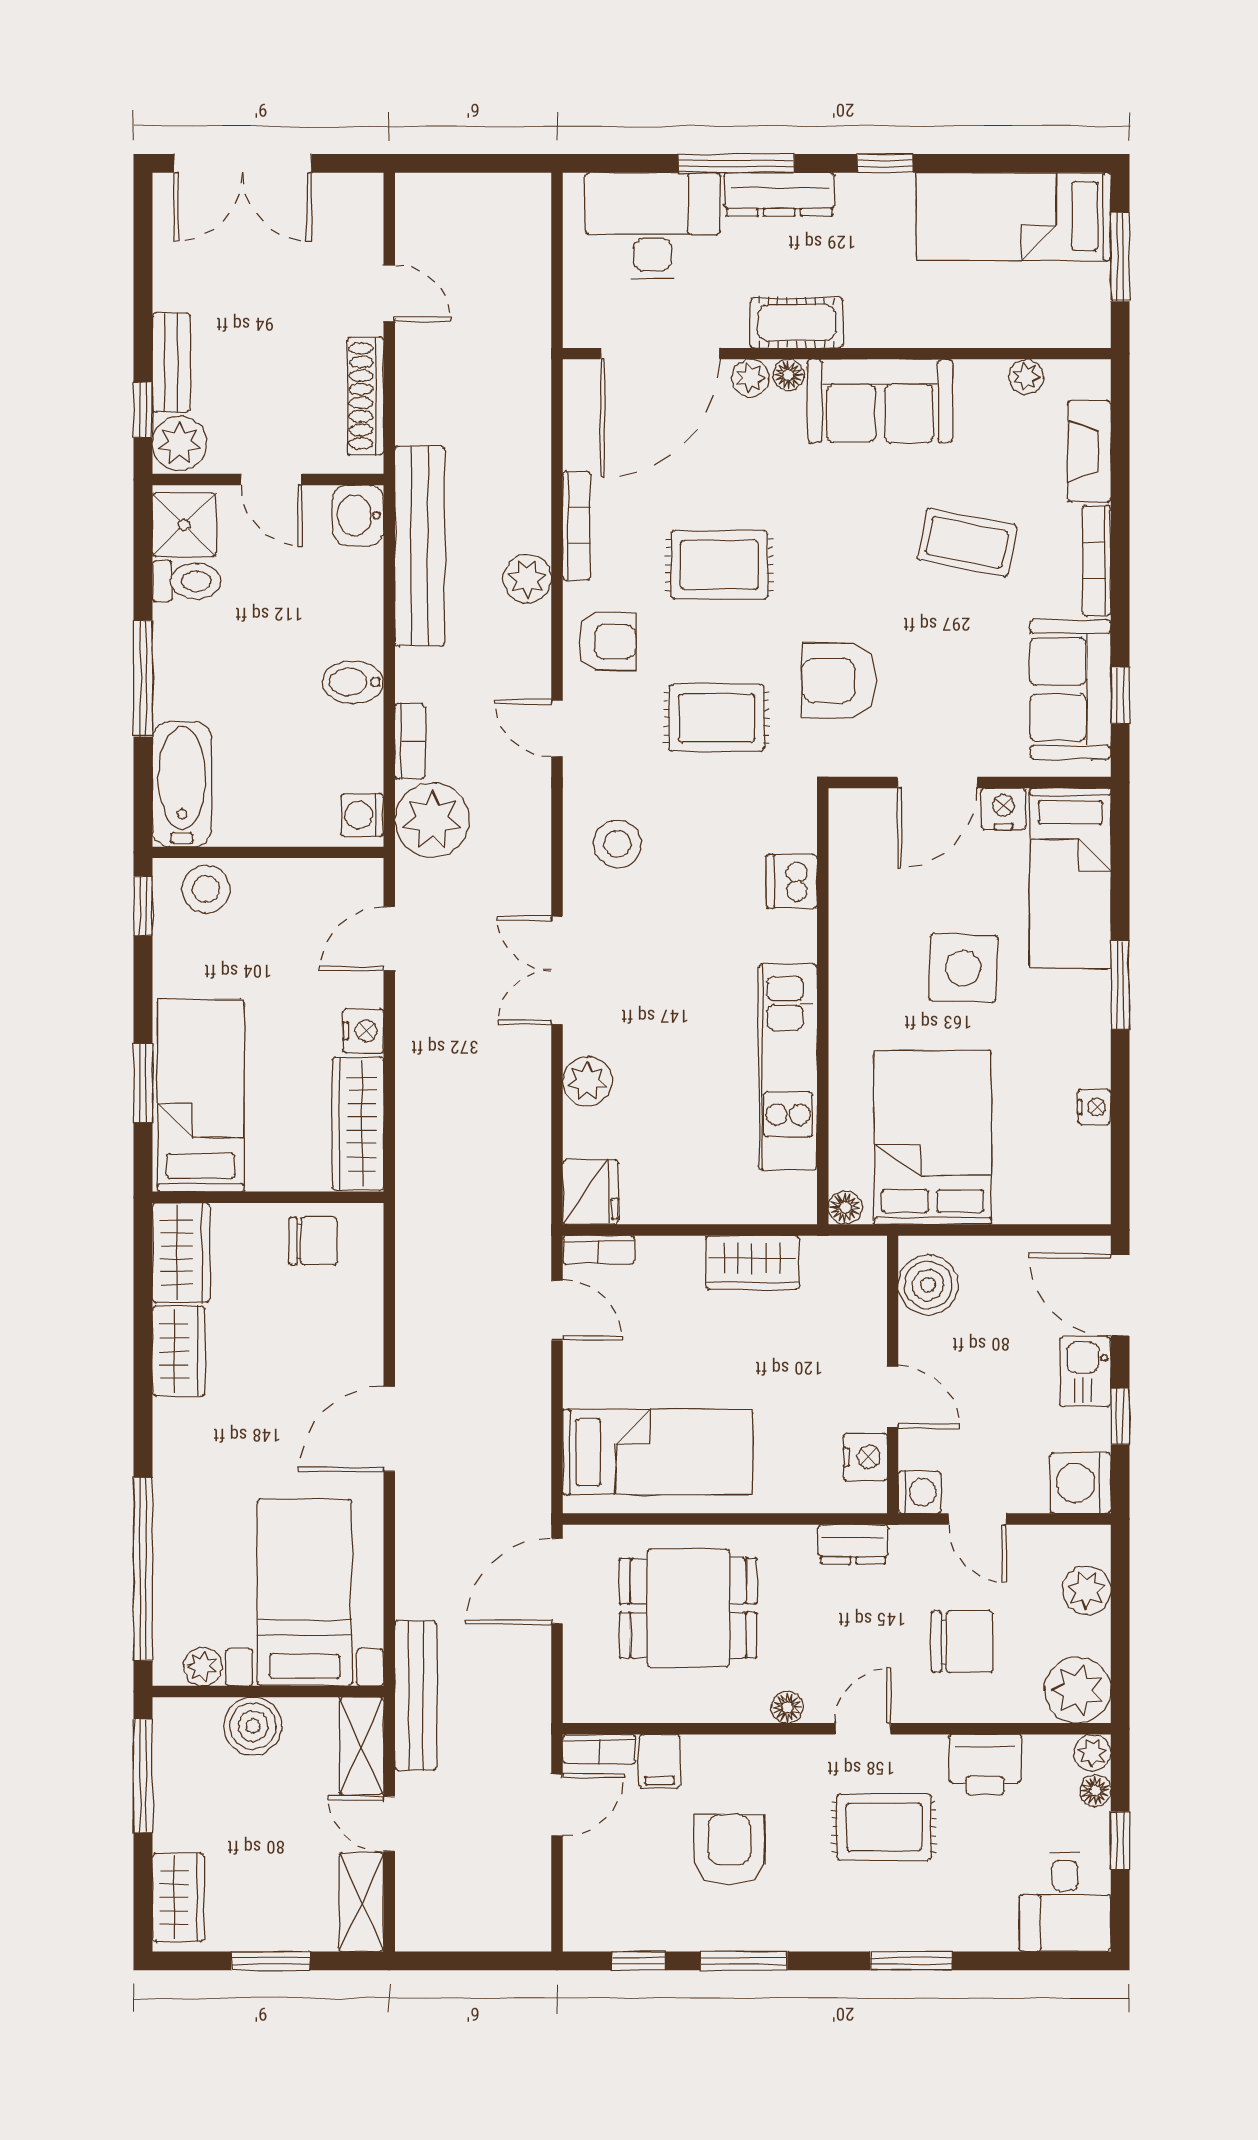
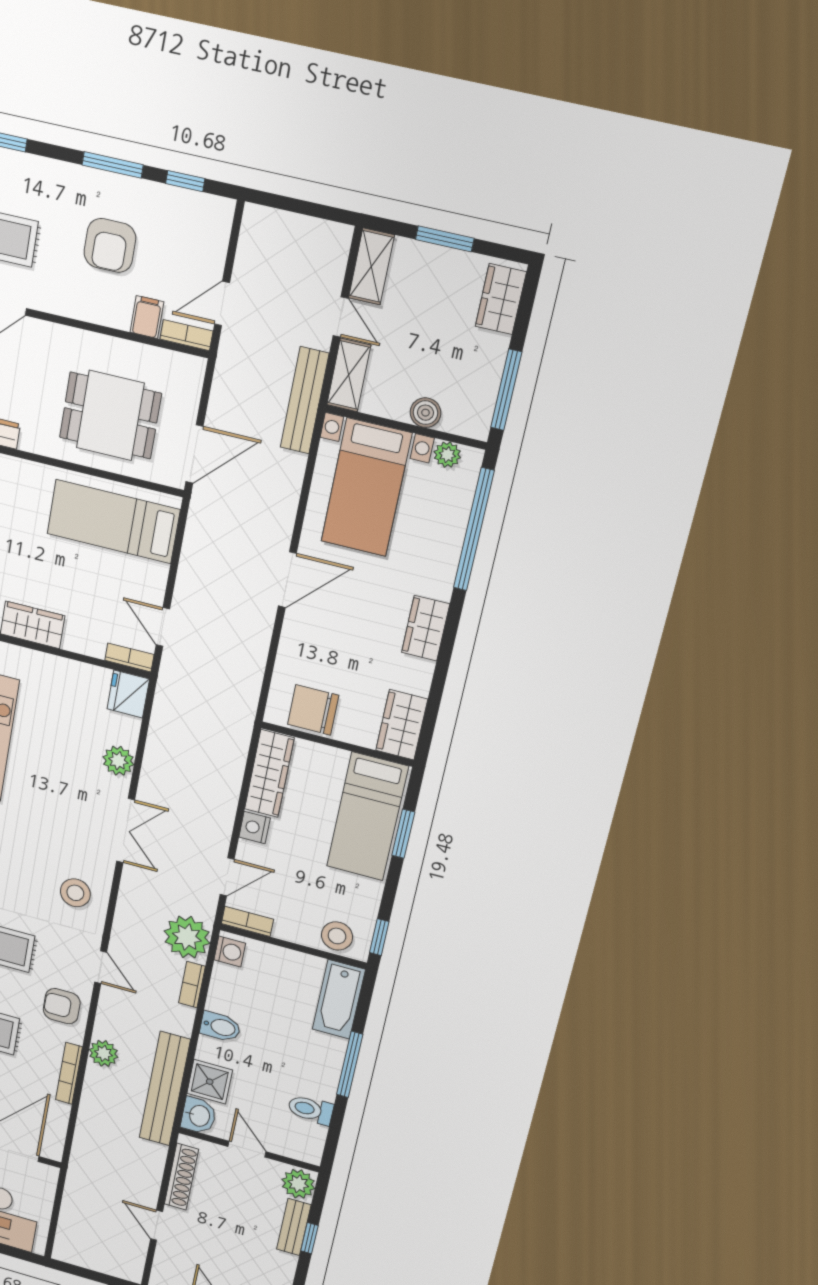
window: (143, 410) -> (309, 1238), moved
shower: (184, 525) -> (210, 1082), moved
bookcase: (345, 873) -> (247, 921), added
chair: (313, 1241) -> (313, 710), width x1.37, depth x1.37
wardrobe: (178, 1351) -> (426, 628), moved
floor lamp: (787, 1707) -> (55, 334), removed
boiler: (253, 1726) -> (425, 413), width x0.73, depth x0.73

